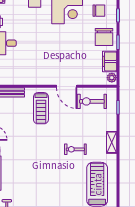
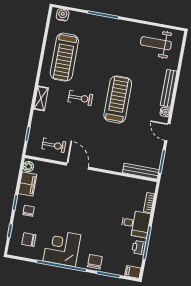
chair: (104, 37) -> (29, 211), width x0.54, depth x0.54
exercise bike: (92, 101) -> (54, 145), width x0.73, depth x0.72
treadmill: (41, 108) -> (118, 99), moved, width x1.37, depth x1.38

